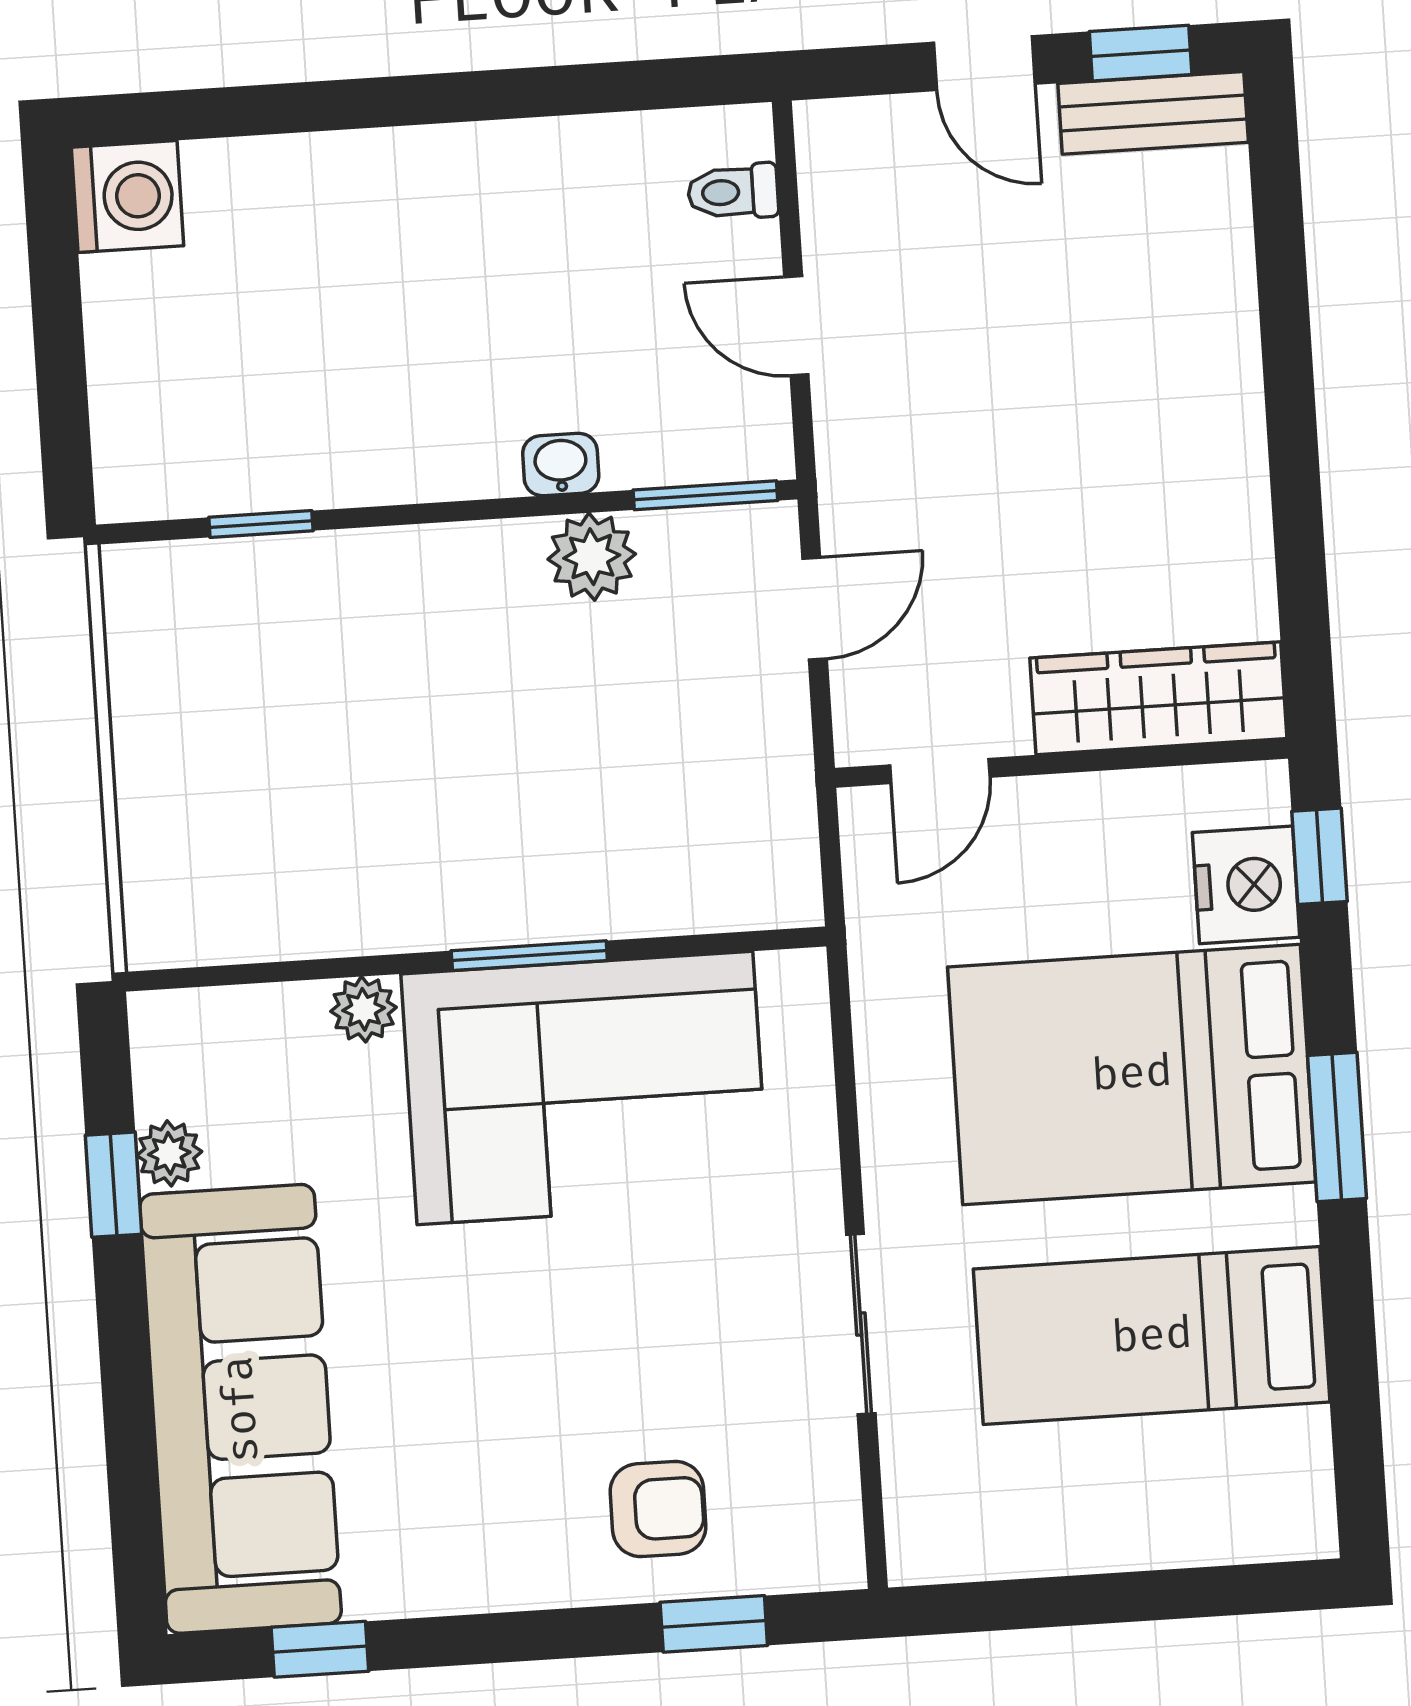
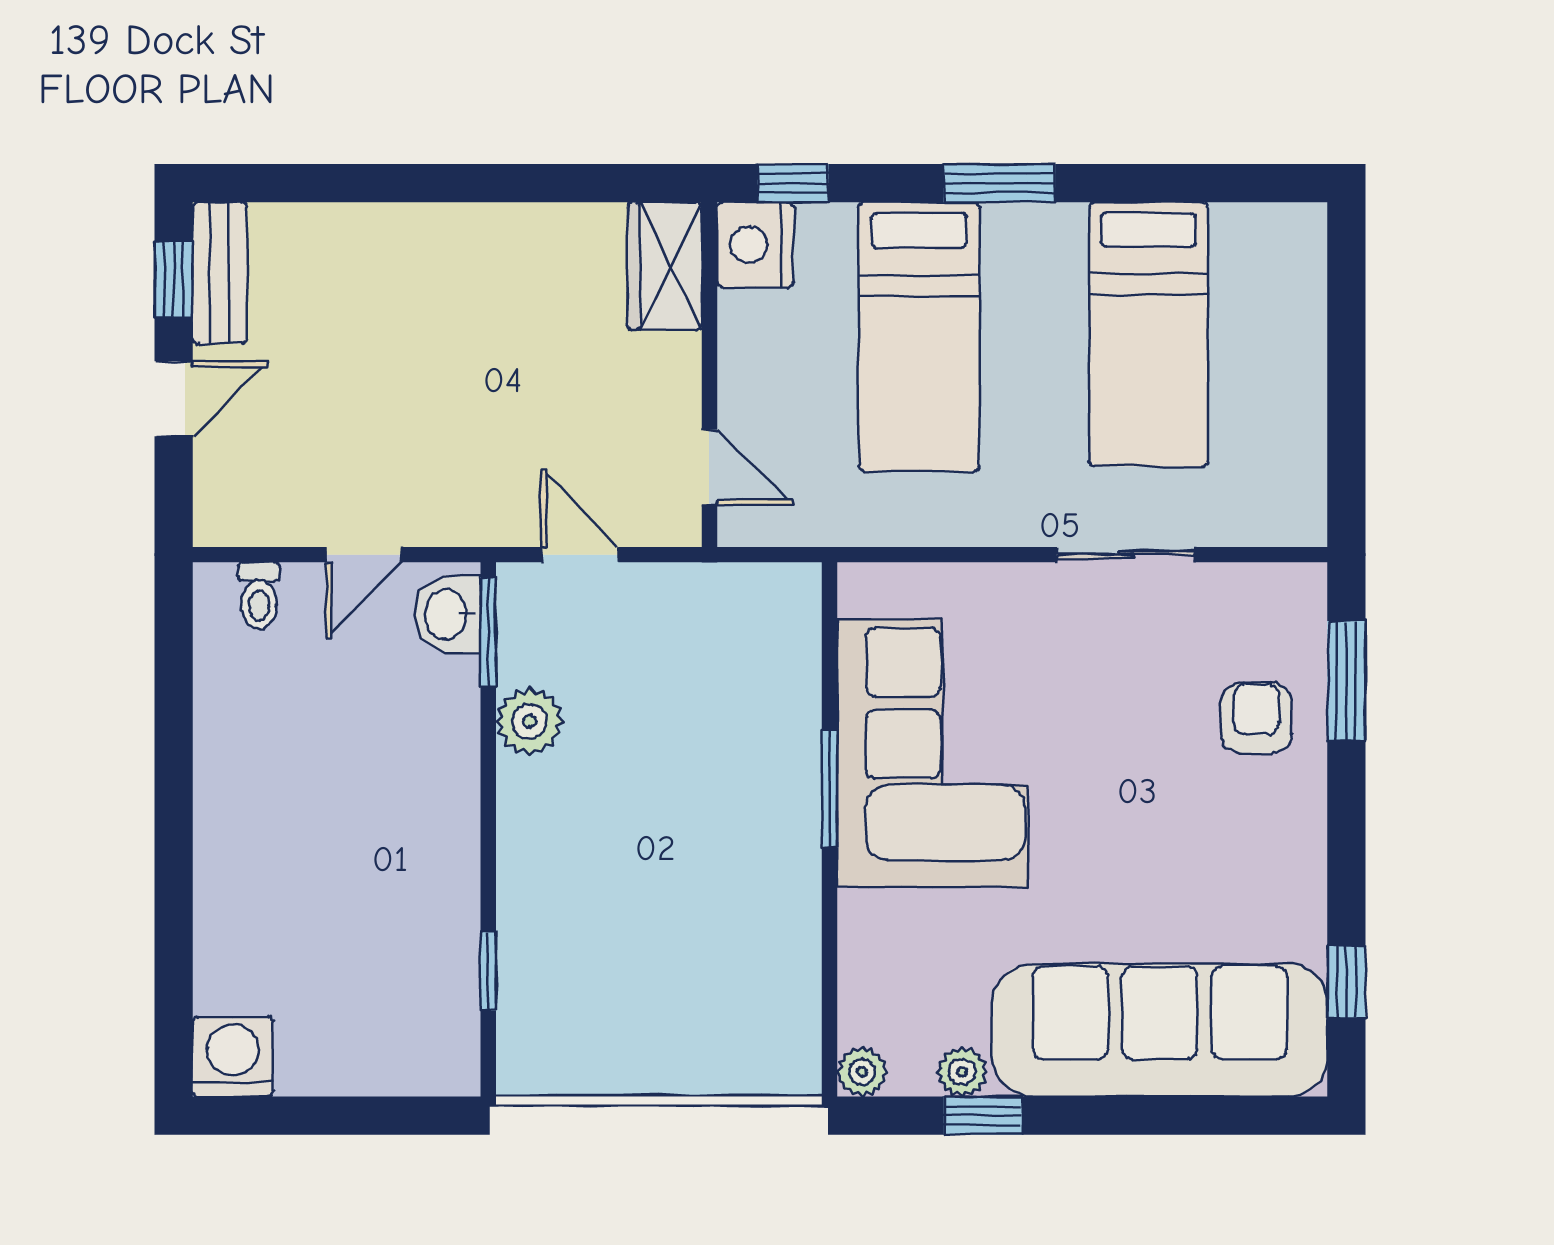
washbasin: (561, 464) -> (448, 614), moved, width x1.38, depth x1.45
wardrobe: (1158, 698) -> (665, 266), width x0.67
nightstand: (1246, 885) -> (755, 245), moved, turned -90
plant: (364, 1009) -> (862, 1072), moved
bed: (1132, 1074) -> (919, 337), width x0.67
window: (714, 1624) -> (1346, 681), width x1.50

